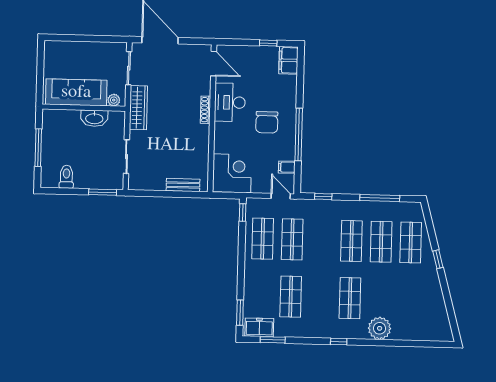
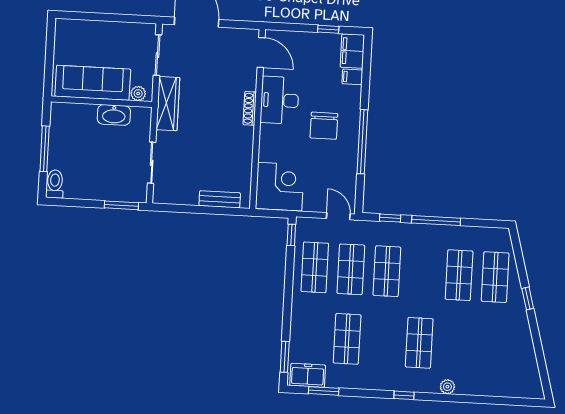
filing cabinet: (287, 167) -> (352, 77), moved
toilet: (66, 177) -> (55, 184), moved
window: (380, 198) -> (436, 221), moved
shop shelf: (351, 241) -> (387, 271), moved
plant: (380, 328) -> (447, 387), width x0.53, depth x0.53

